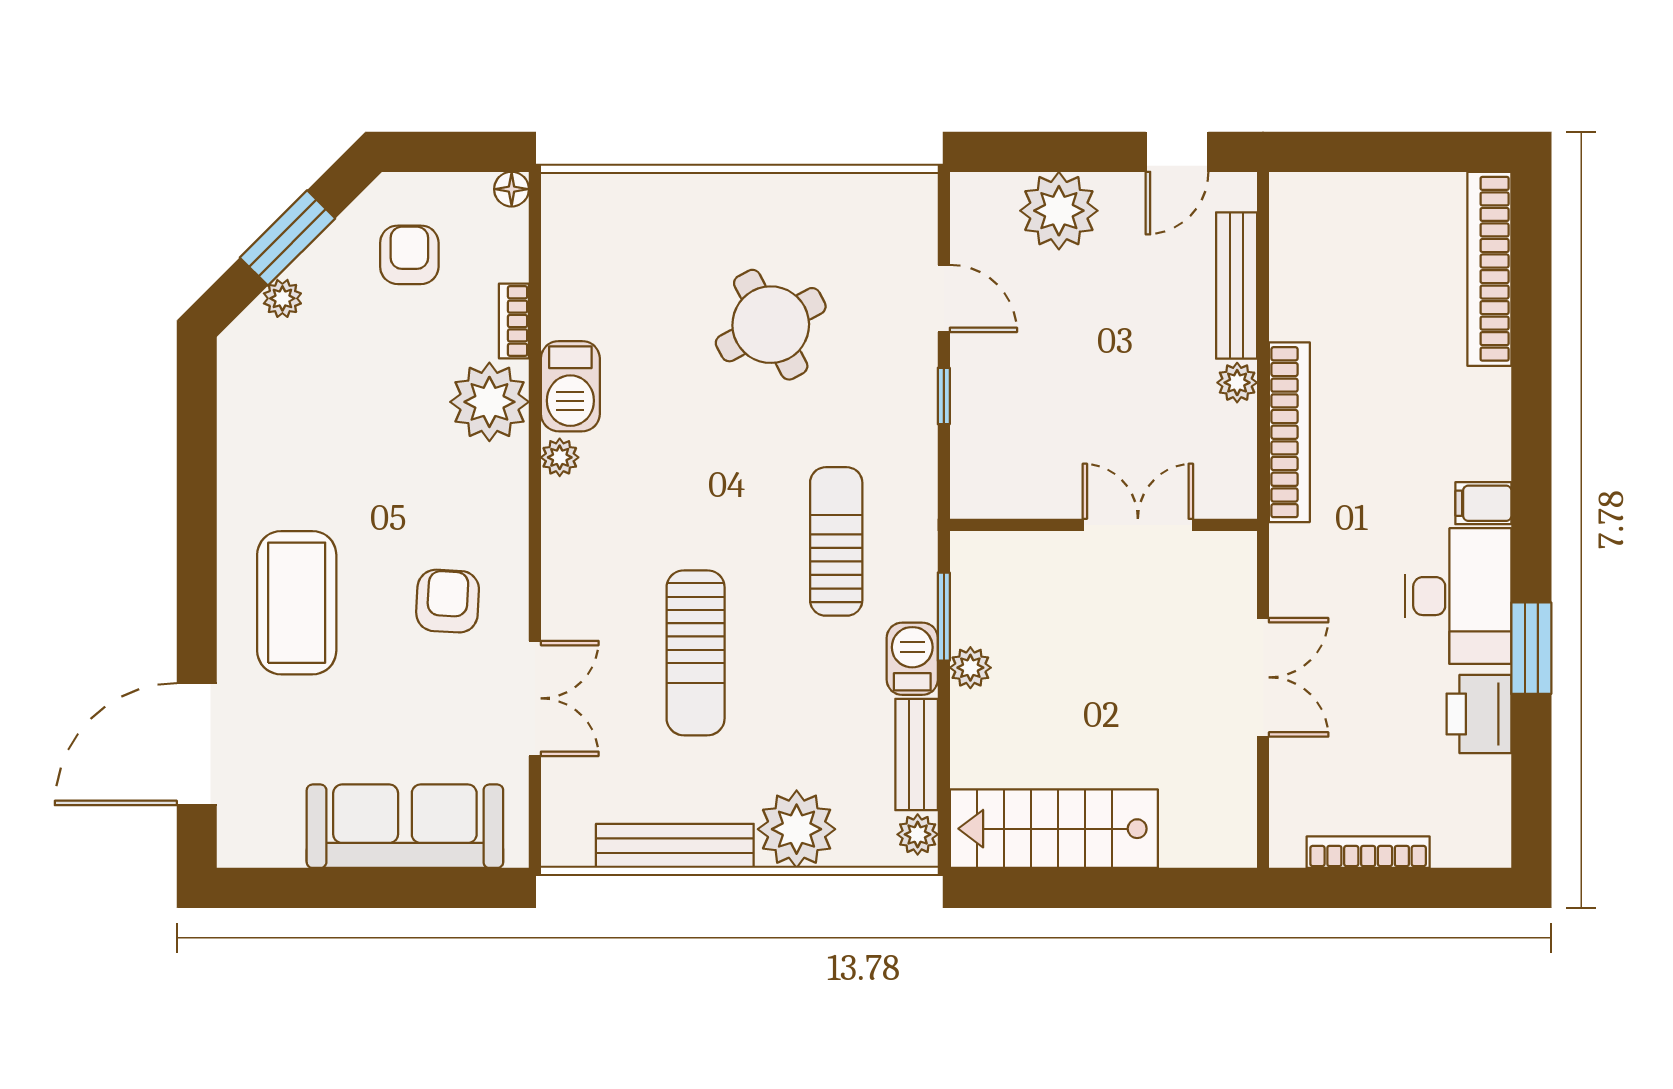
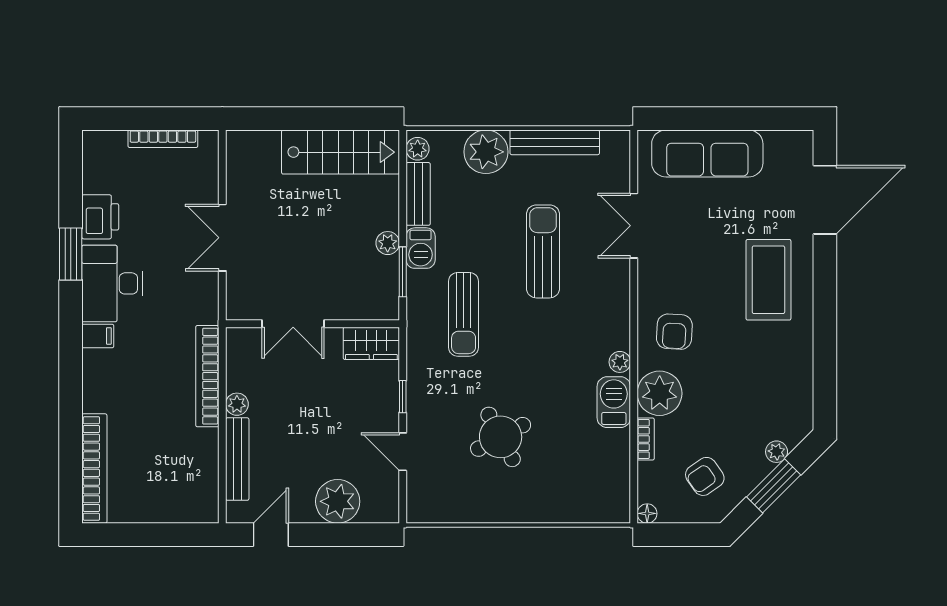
armchair: (409, 255) -> (705, 476), turned 55
wardrobe: (999, 490) -> (371, 343), added
armchair: (448, 601) -> (674, 332), moved

